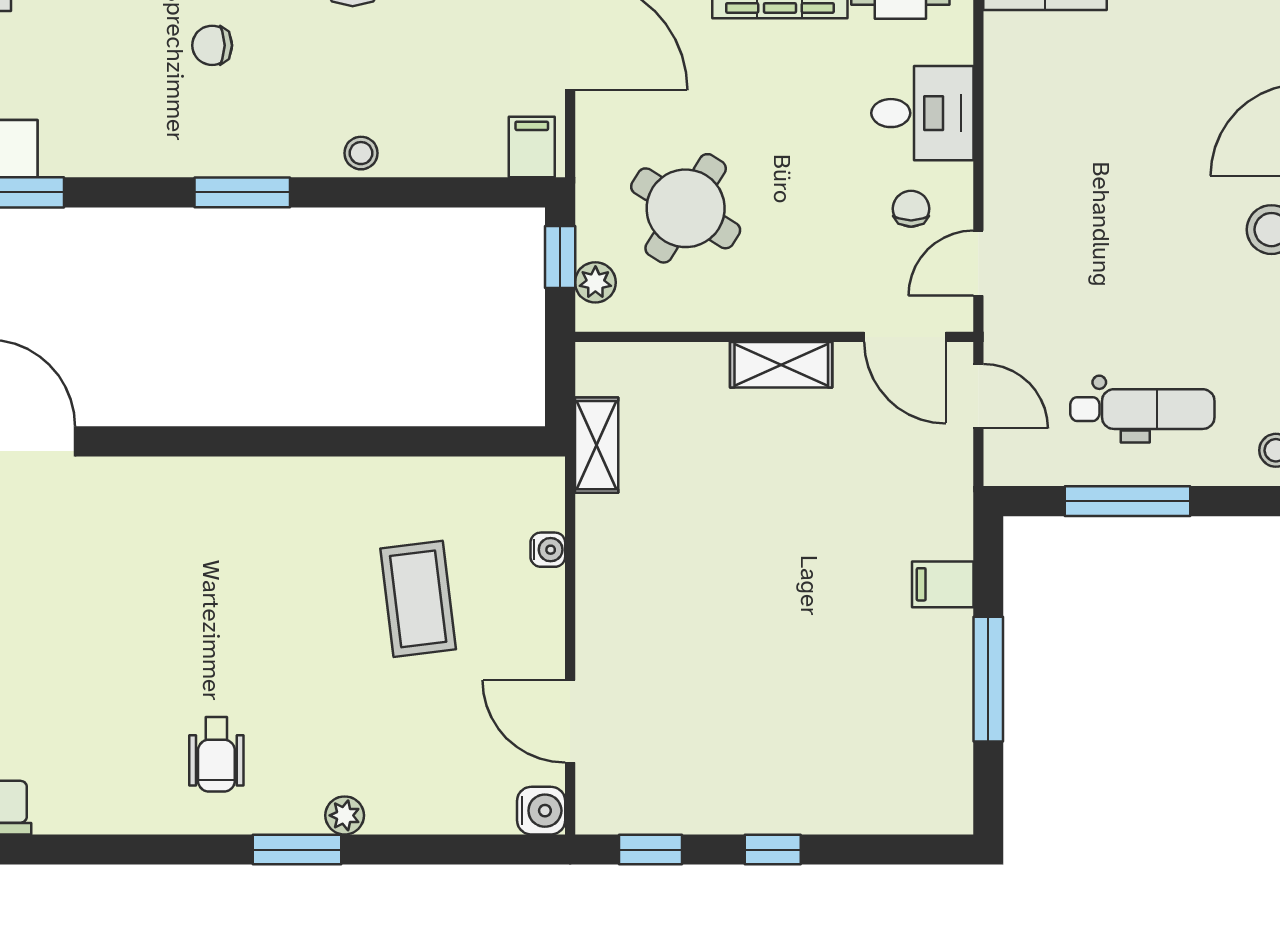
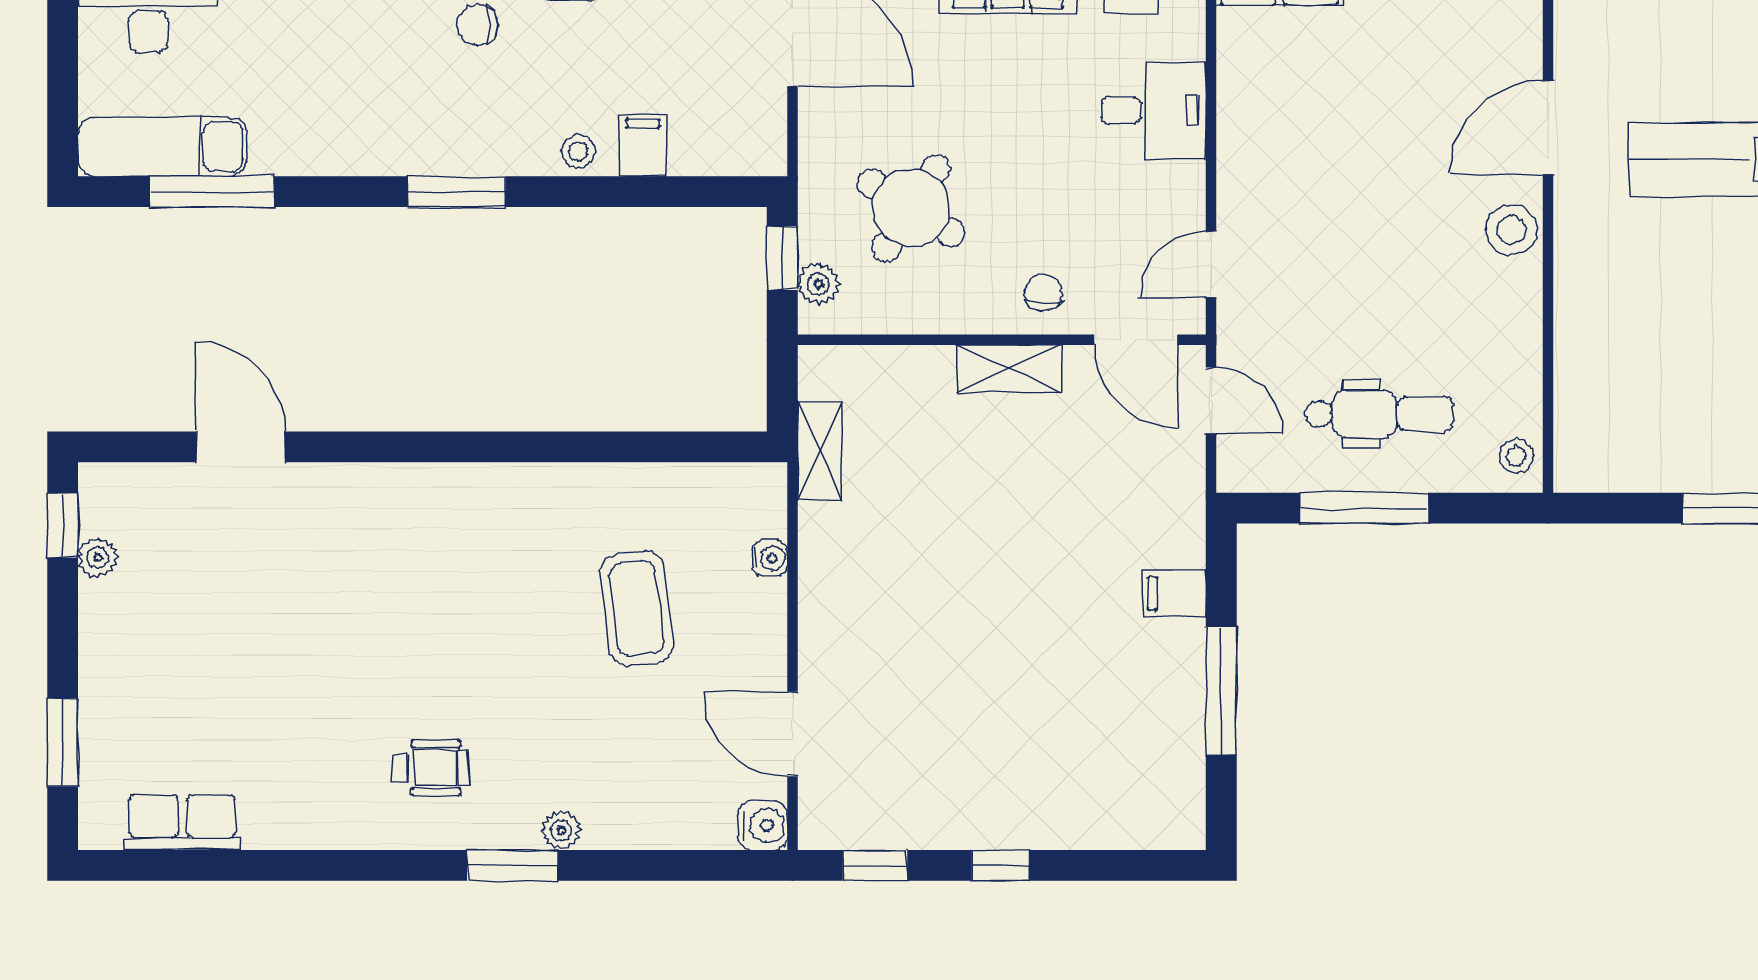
chair: (212, 45) -> (477, 25), moved
filing cabinet: (532, 147) -> (643, 145), moved
chair: (911, 209) -> (1043, 293), moved
wheelchair: (216, 754) -> (430, 768), turned -90

